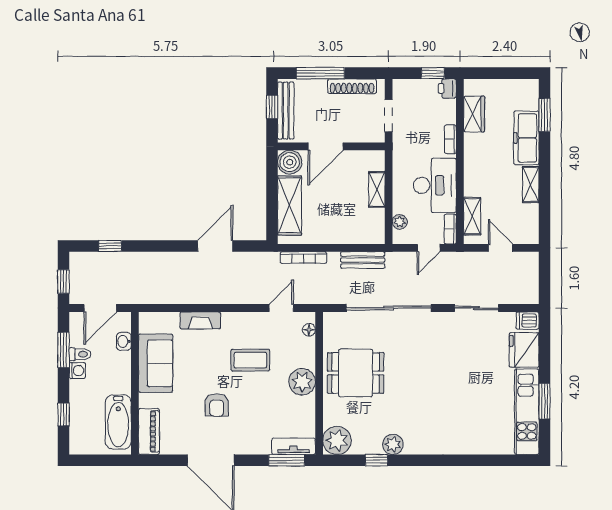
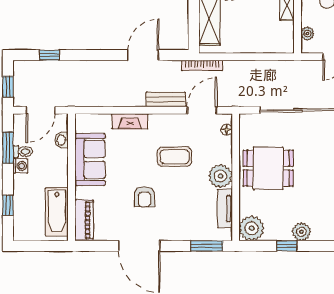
bookcase: (303, 258) -> (202, 65), moved
bench: (363, 260) -> (166, 99), moved
door: (281, 308) -> (202, 110), width x1.38
tv unit: (294, 446) -> (225, 208), moved, turned -90

